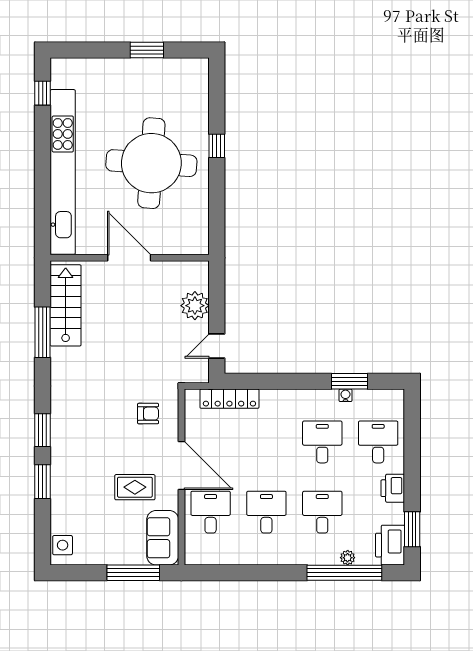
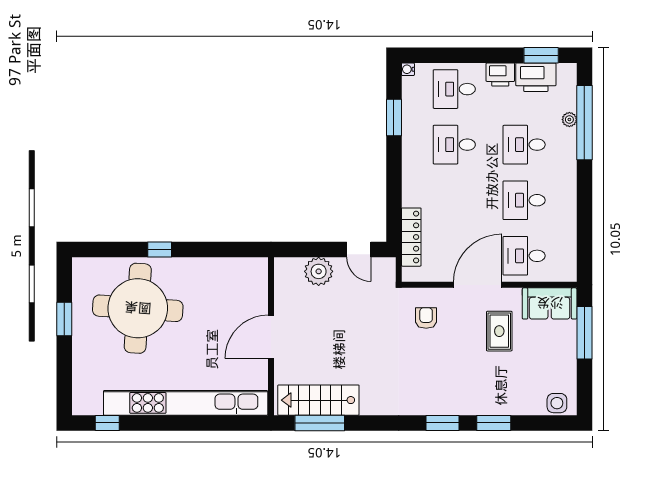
round table: (151, 163) -> (138, 308), moved
window: (43, 332) -> (320, 423), moved
water cooler: (345, 395) -> (408, 69), moved
printer: (390, 545) -> (536, 77), moved

